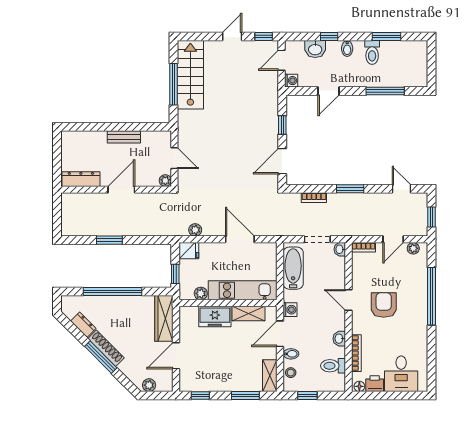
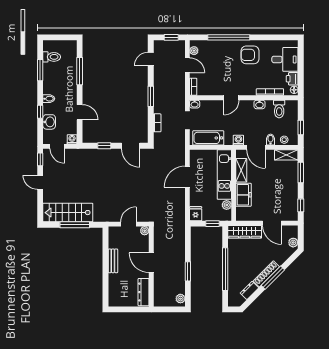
toilet: (372, 52) -> (52, 57), moved
plant: (195, 230) -> (180, 299), moved
armchair: (384, 305) -> (250, 55), moved

